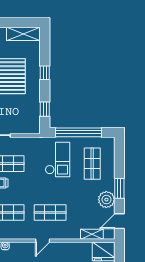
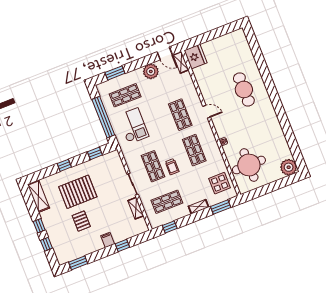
checkout: (58, 160) -> (133, 126), turned 90
window: (119, 188) -> (115, 73), moved
shelving: (92, 234) -> (181, 62), moved

